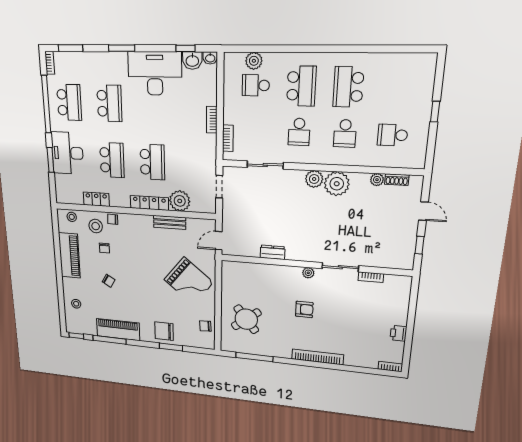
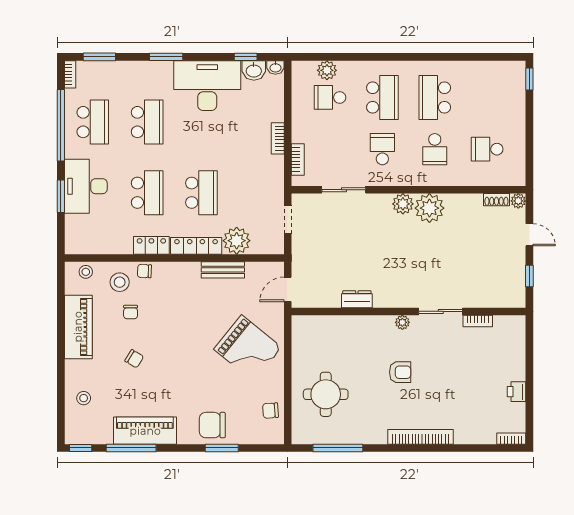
window: (435, 112) -> (529, 79), moved
school desk: (299, 132) -> (382, 149), turned 180
plant: (377, 180) -> (518, 201), moved
locker: (96, 199) -> (151, 245), moved
round table: (246, 319) -> (326, 394), turned 38

